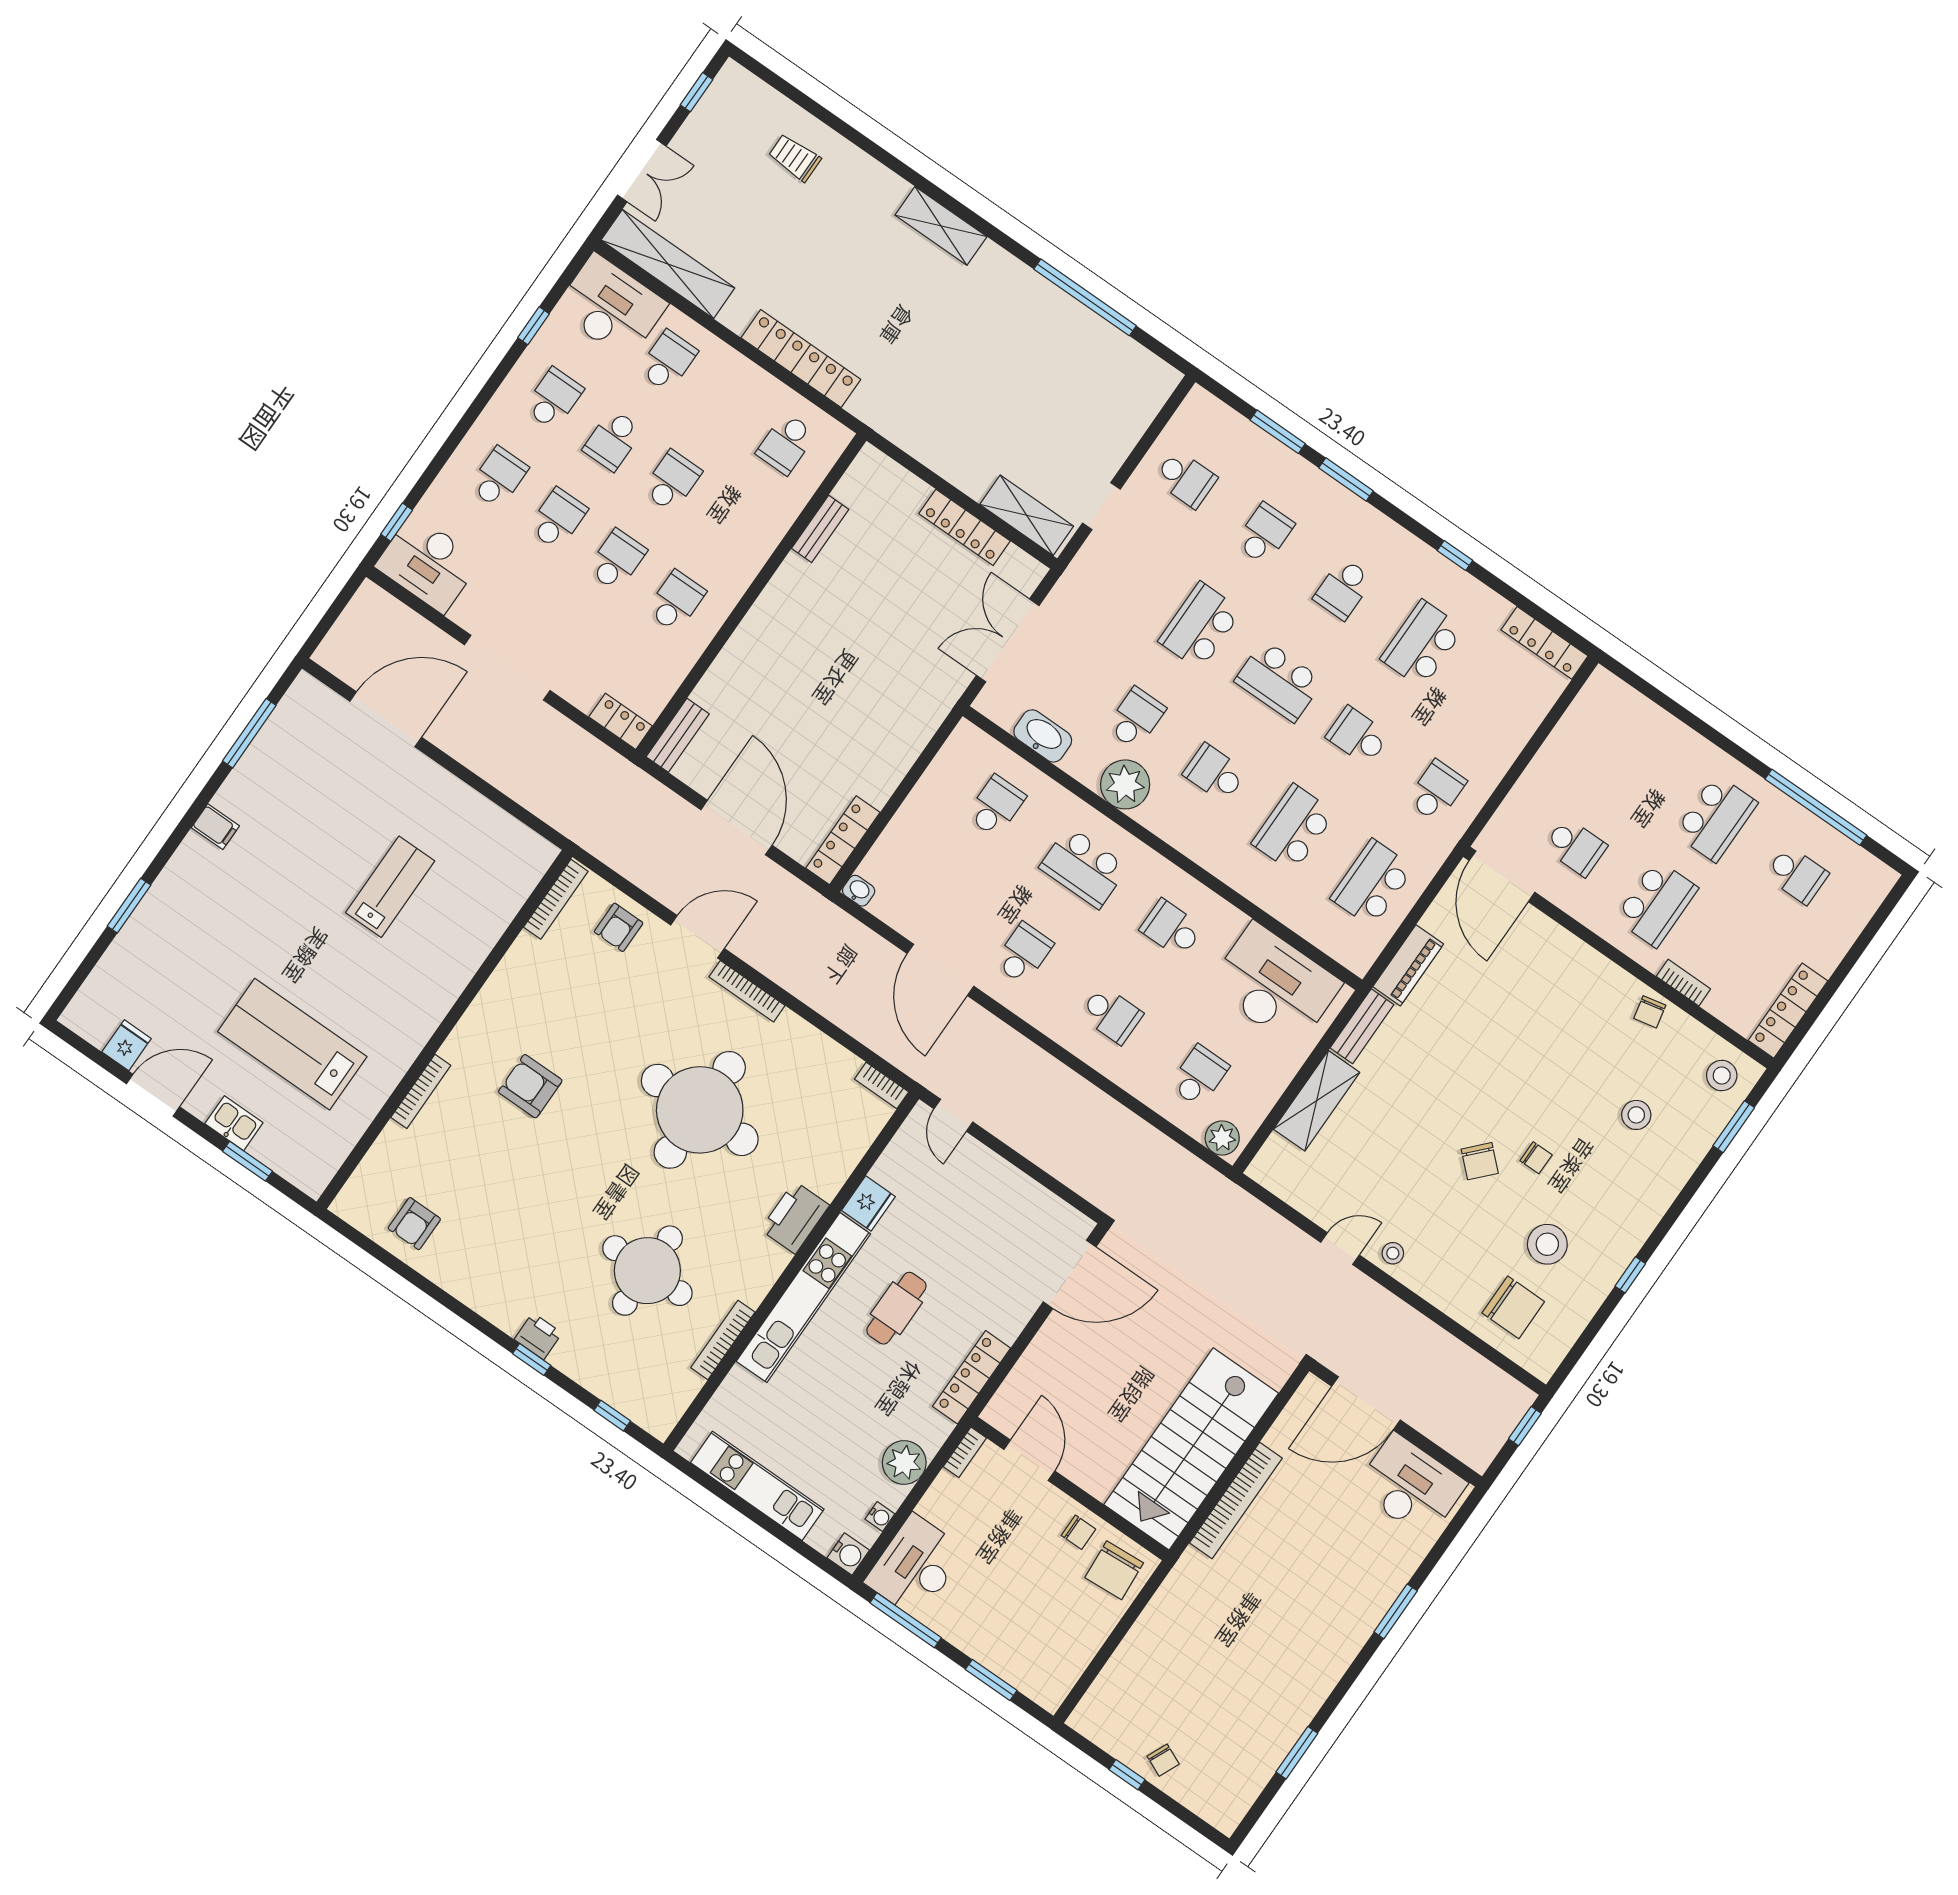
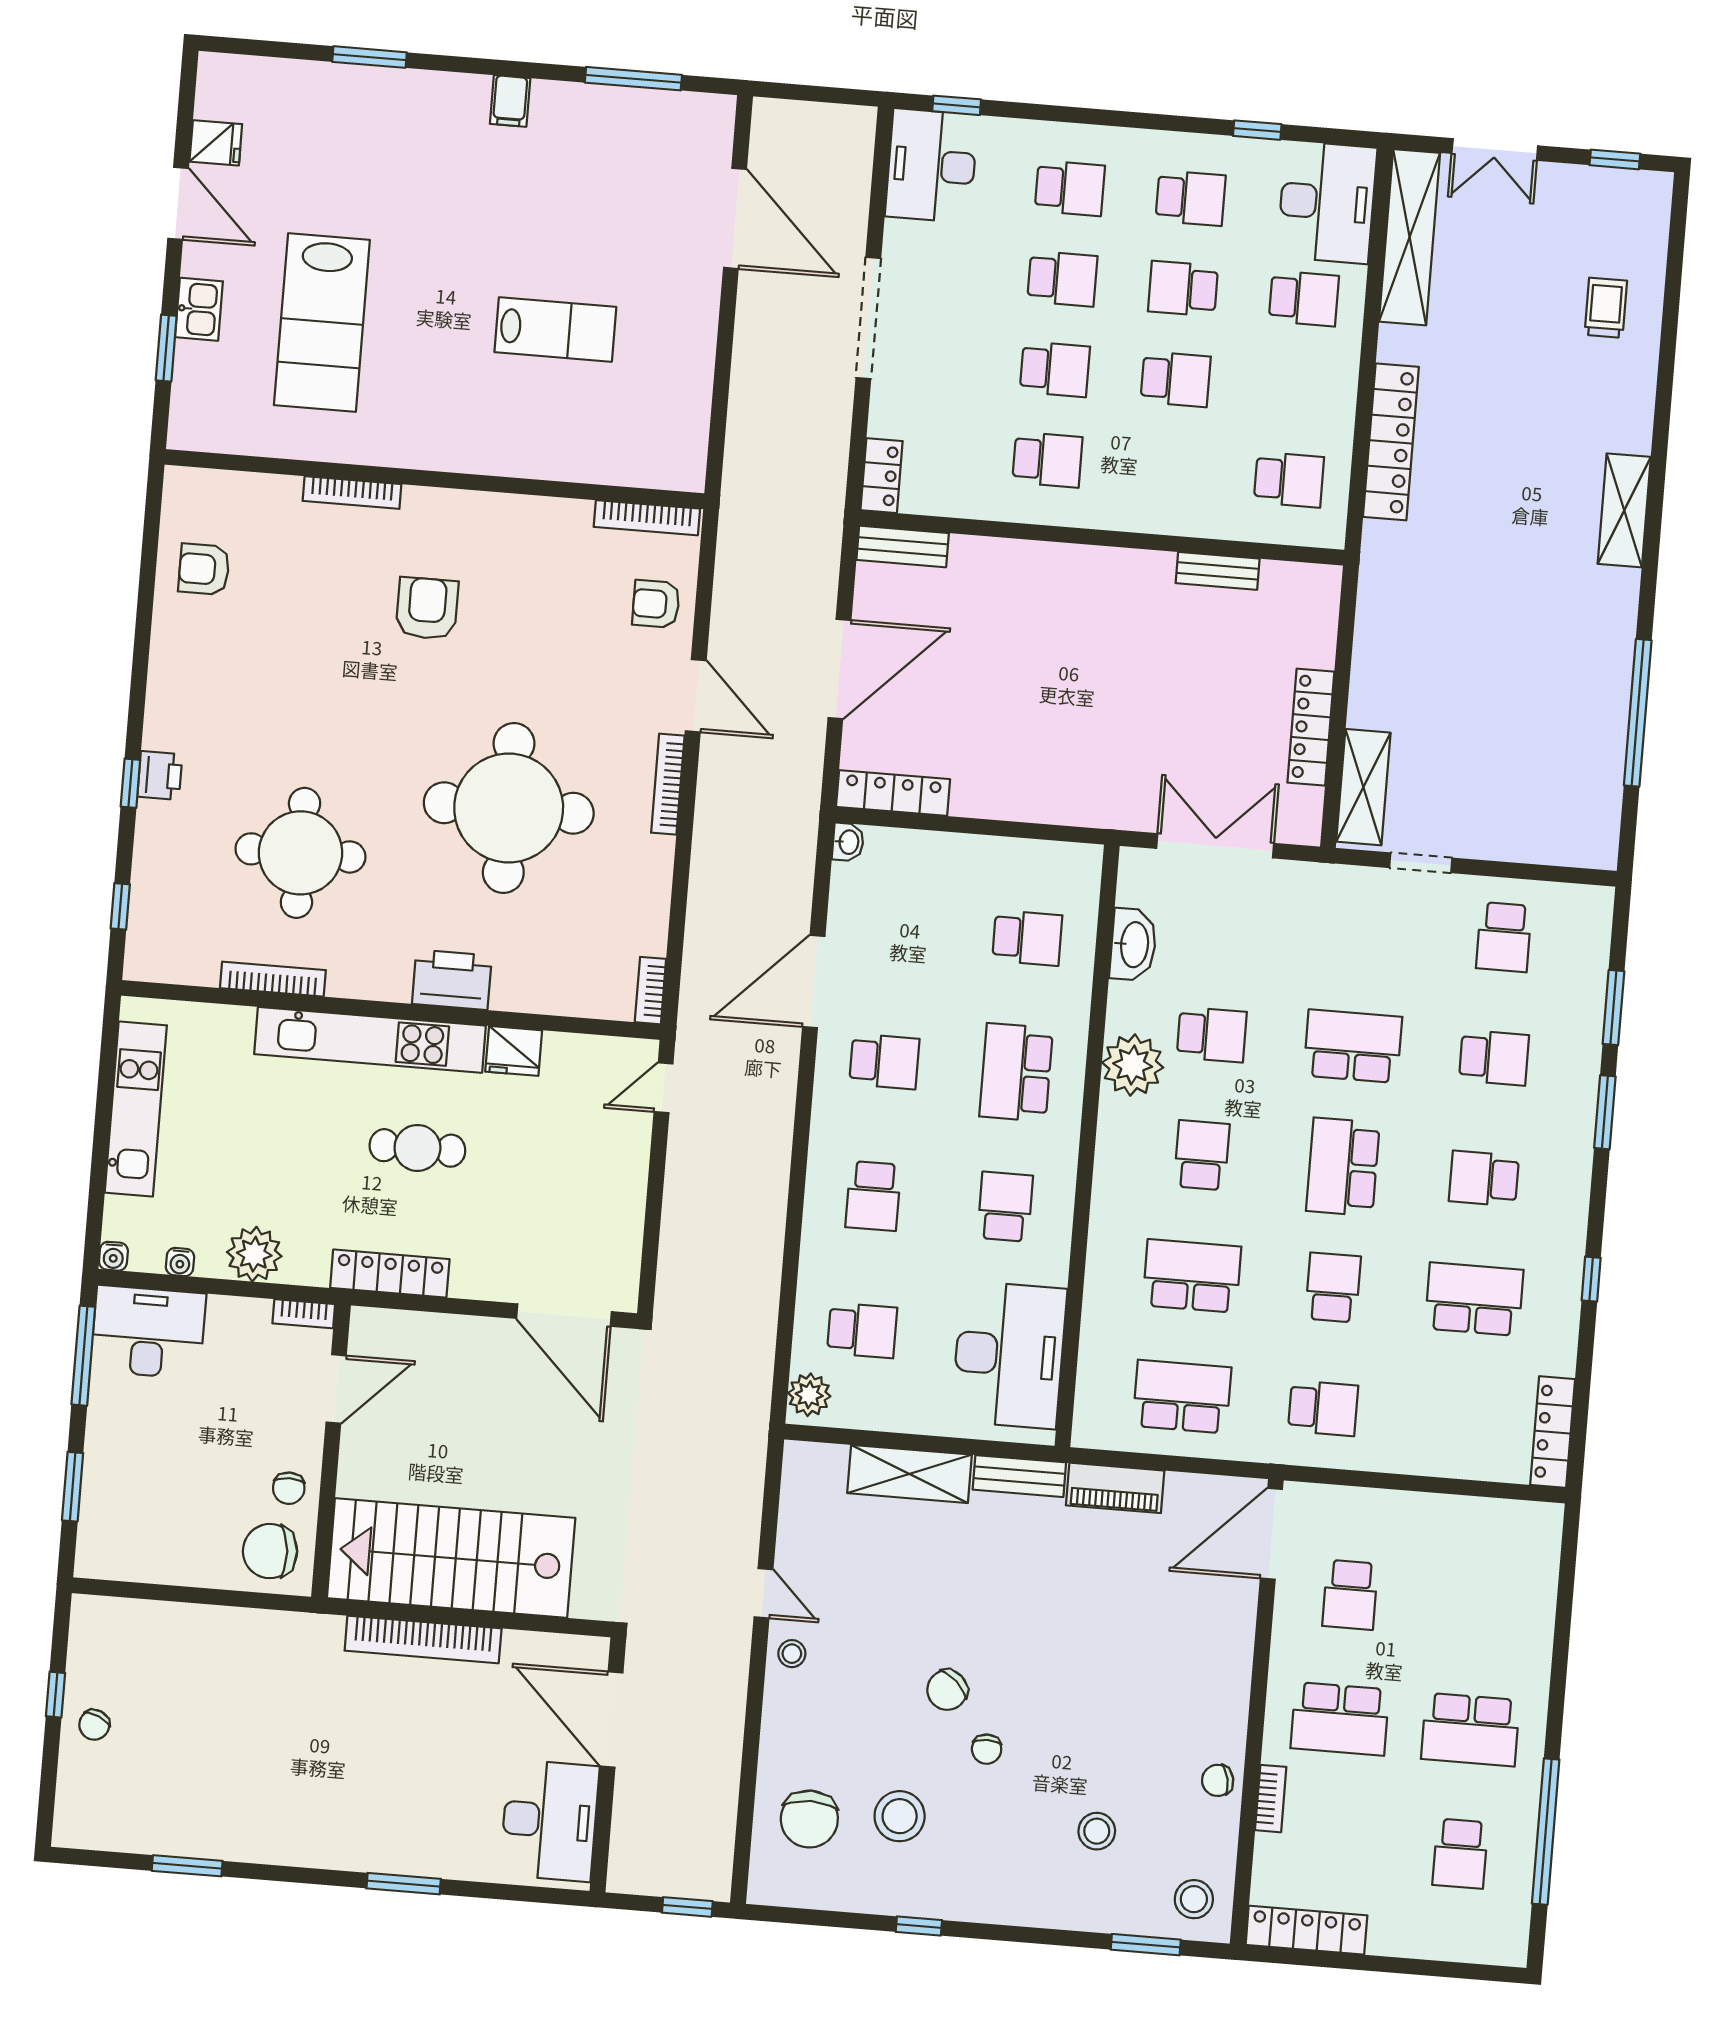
school desk: (786, 444) -> (1289, 480), turned 180
lab bench: (292, 1044) -> (322, 323), turned 180
water cooler: (848, 1554) -> (113, 1256), width x0.72, depth x0.72

